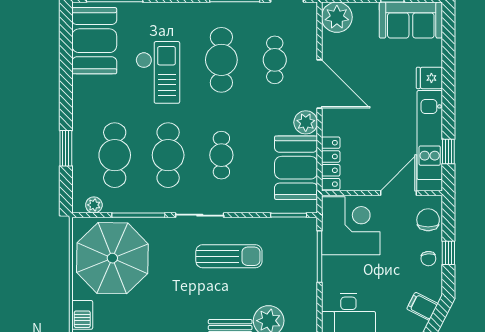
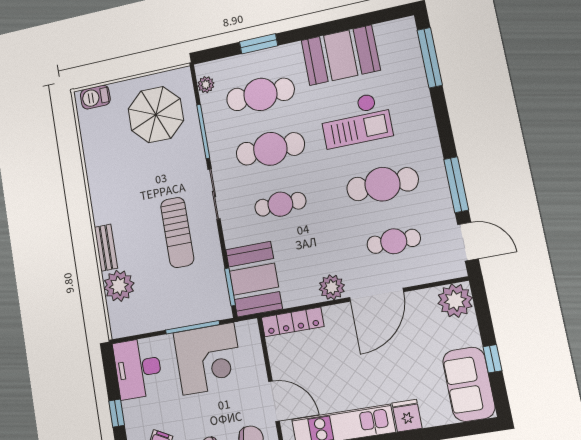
booth: (94, 41) -> (341, 55), moved
booth: (296, 168) -> (254, 279), moved, turned 90
corner desk: (351, 226) -> (208, 359), moved
parasol: (112, 258) -> (156, 115), width x0.73, depth x0.73

